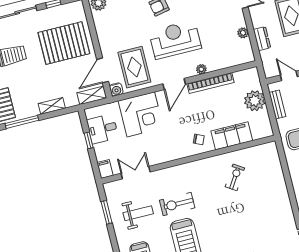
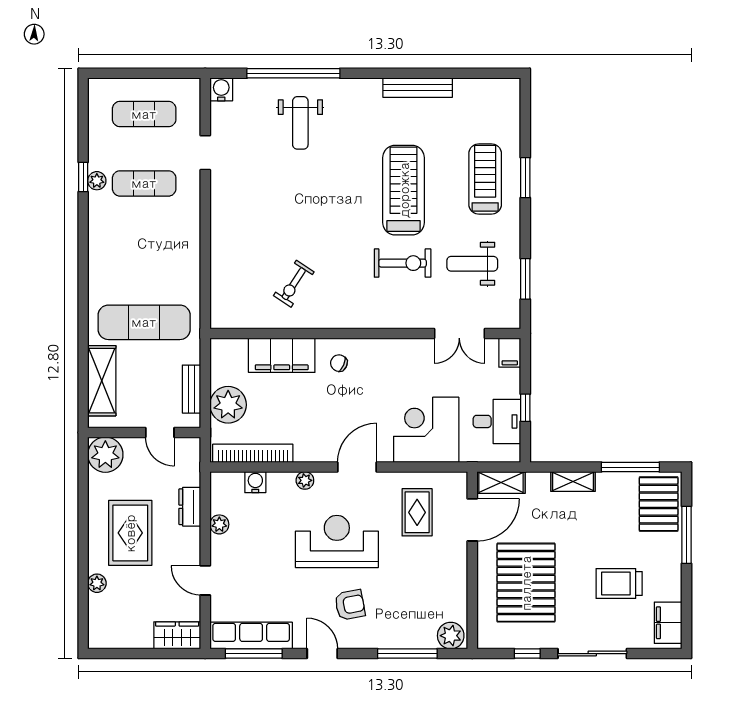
reception desk: (175, 40) -> (337, 541), turned 180
pallet: (64, 43) -> (526, 583), turned 90
rug: (134, 67) -> (417, 512), width x0.73, depth x0.70
bookcase: (210, 83) -> (253, 453), moved
water cooler: (116, 89) -> (255, 482), moved

